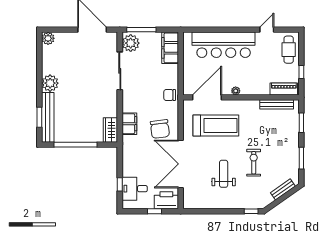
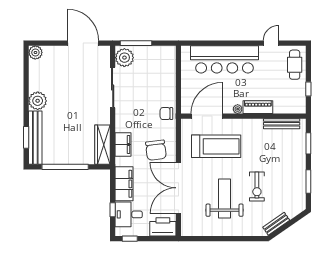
filing cabinet: (170, 48) -> (124, 184), moved, turned 180
piano: (284, 89) -> (258, 107), moved
wardrobe: (110, 130) -> (103, 145), width x1.50
exercise bike: (254, 163) -> (257, 186), turned 180
weight bench: (224, 174) -> (225, 198), width x1.36, depth x1.33
bench: (283, 189) -> (276, 224), moved
window: (154, 211) -> (130, 239), moved
window: (251, 211) -> (254, 239), removed

